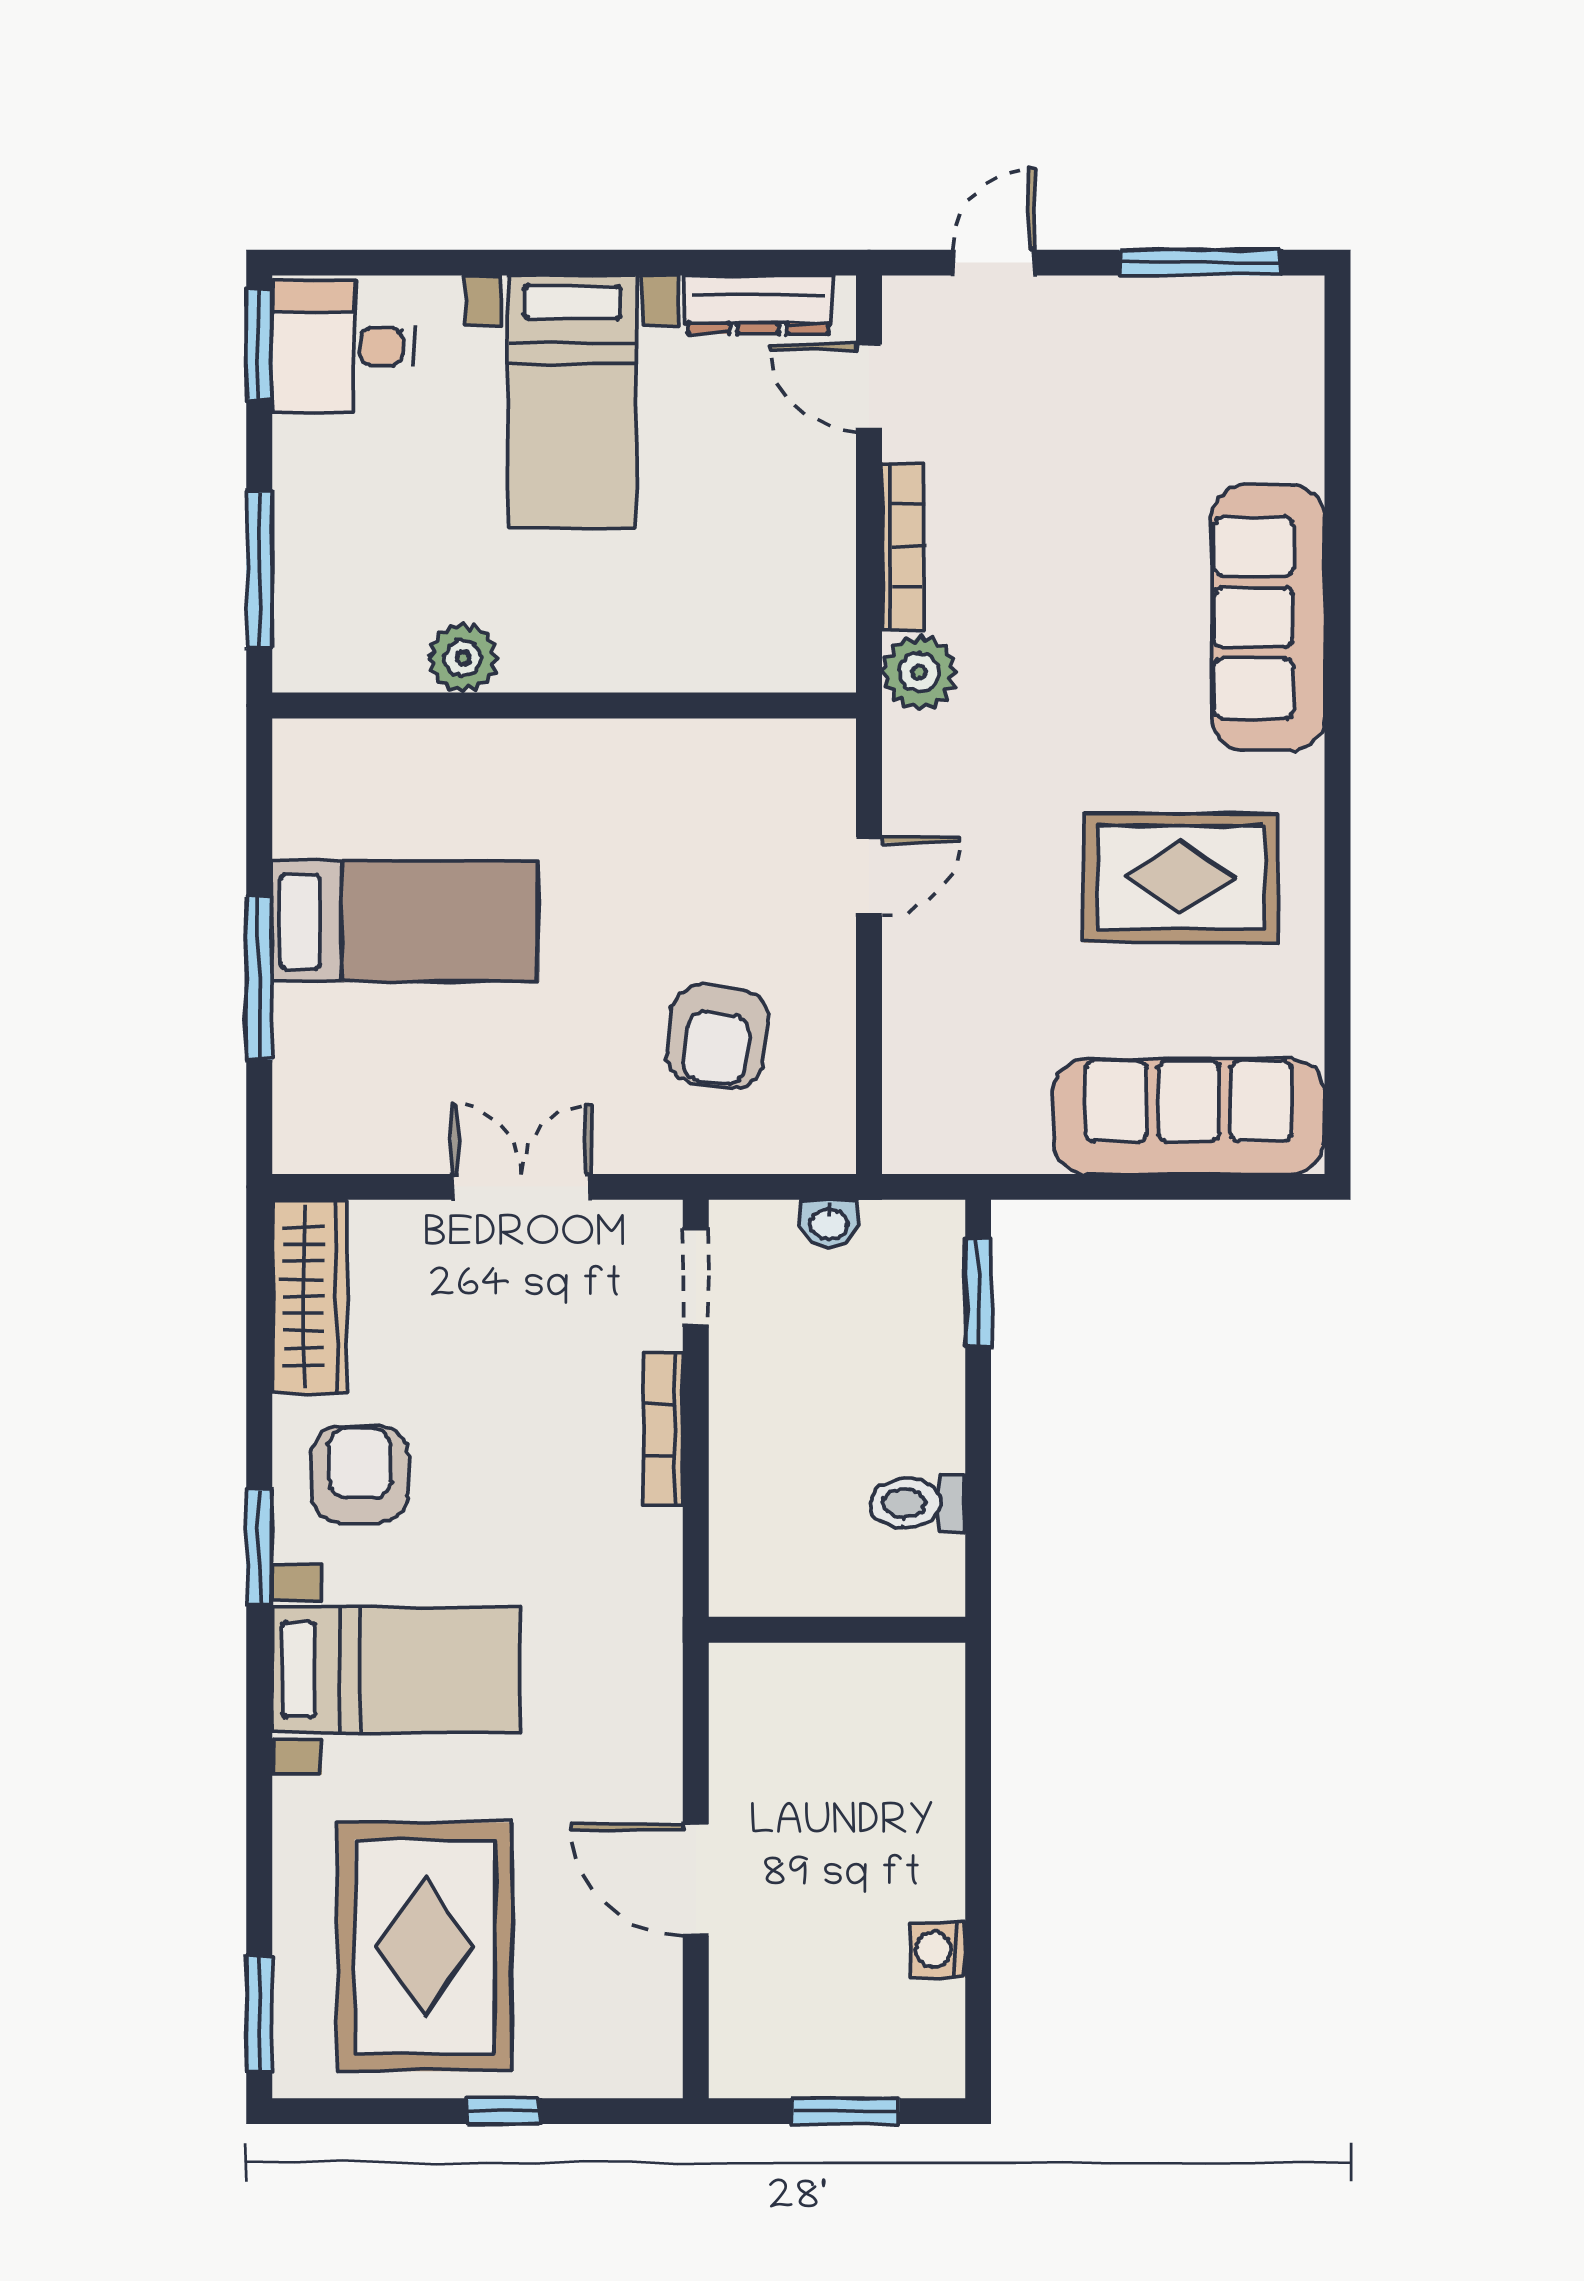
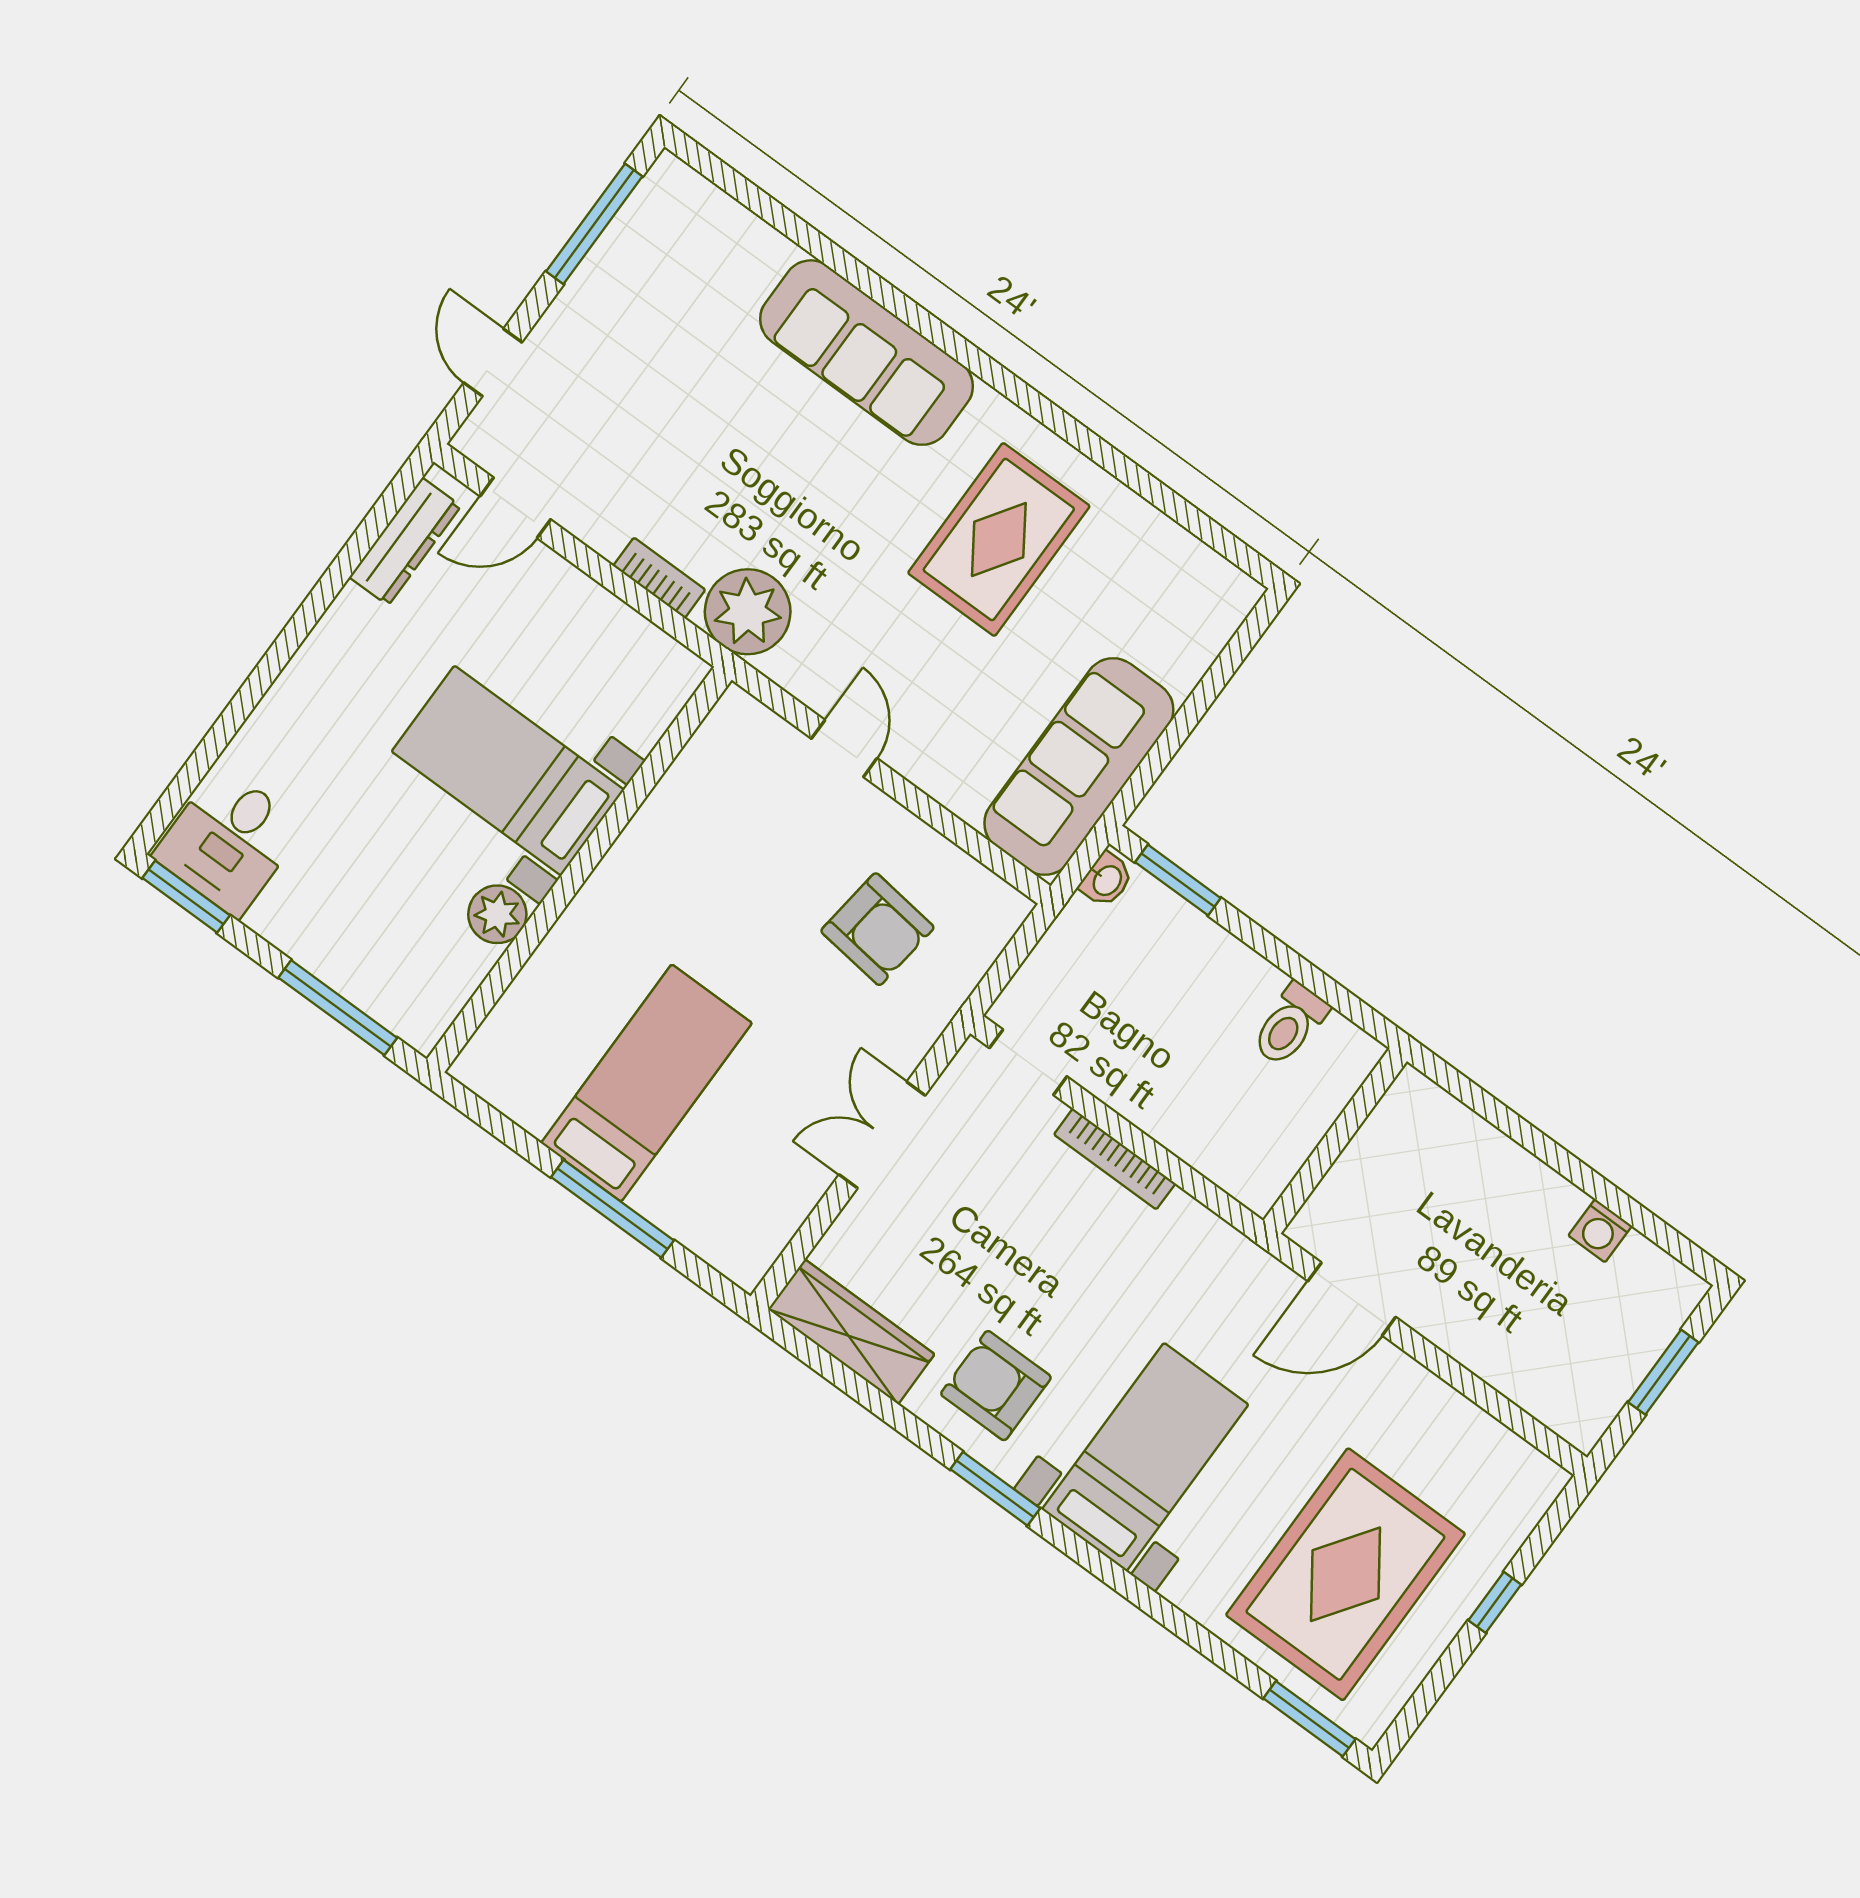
bed with nightstands: (572, 402) -> (508, 771), moved, turned 180
bookcase: (903, 546) -> (659, 578), width x0.64
plant: (919, 672) -> (748, 612), width x1.36, depth x1.36
sofa: (1189, 1116) -> (1079, 767), moved
washbasin: (829, 1223) -> (1106, 880), moved
door: (696, 1880) -> (1352, 1299), moved
rug: (425, 1947) -> (1345, 1574), turned 90

